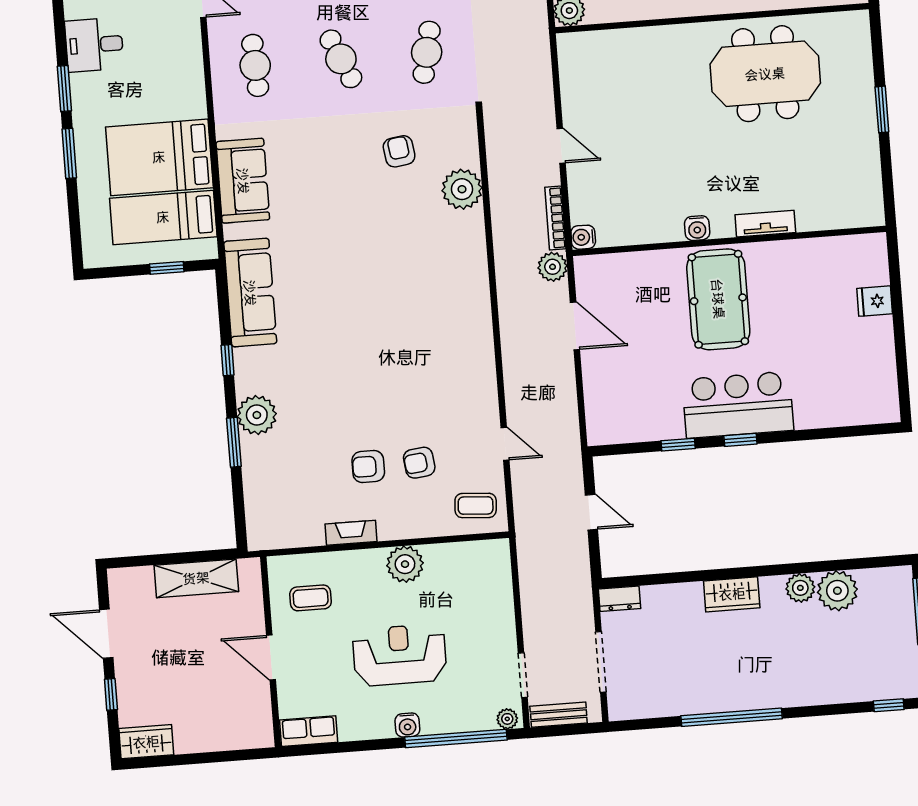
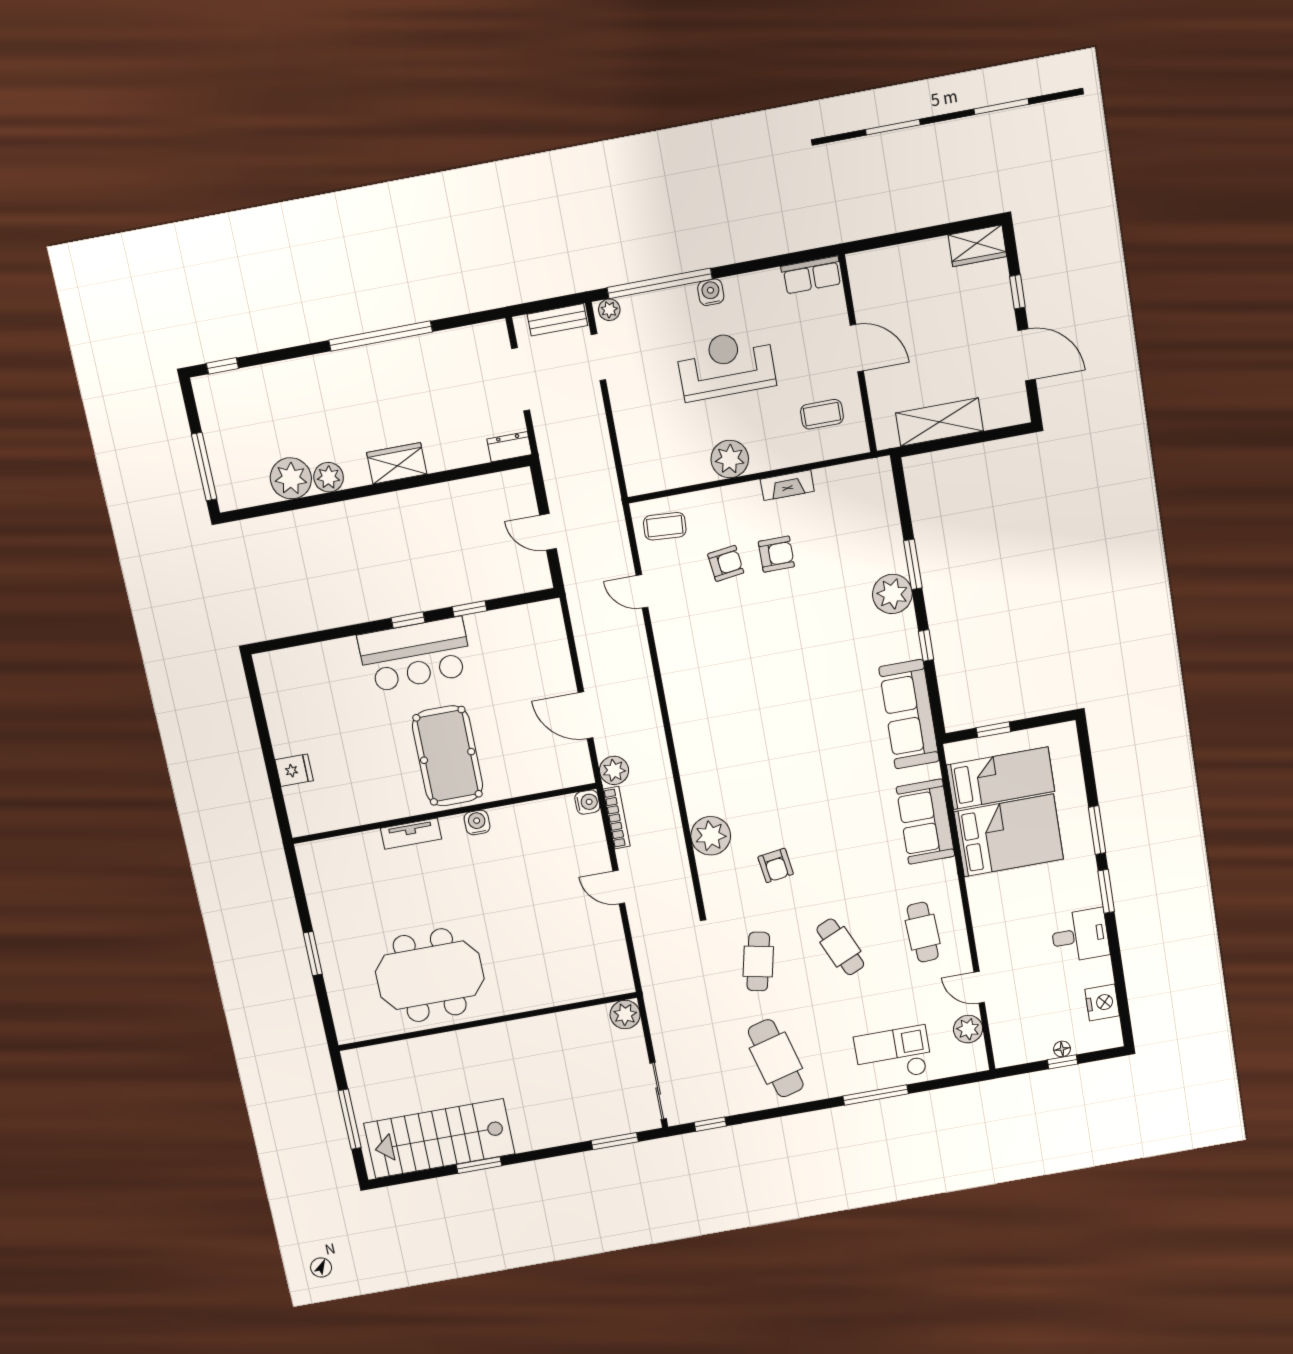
reception desk: (400, 655) -> (726, 365), turned 180

